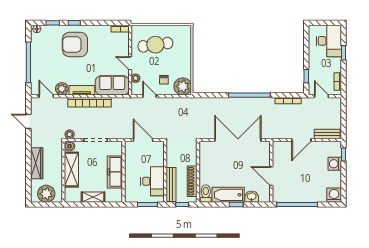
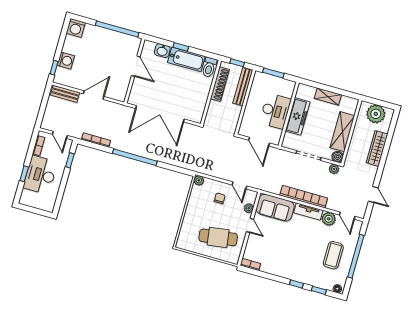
desk: (329, 41) -> (40, 175), moved
armchair: (75, 44) -> (302, 261), removed
coffee table: (49, 58) -> (333, 255), added
plant: (183, 86) -> (199, 180), width x0.53, depth x0.53
desk: (152, 181) -> (275, 111), moved, turned 180

